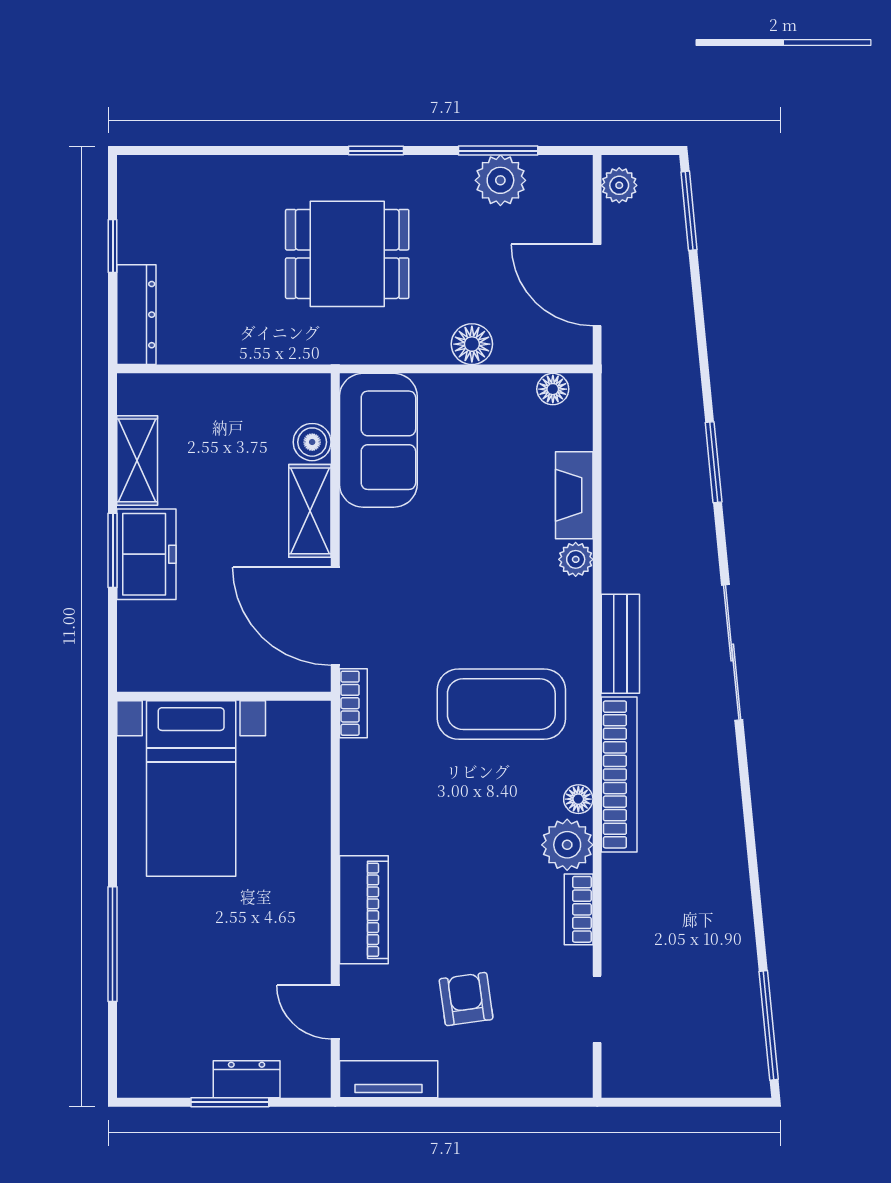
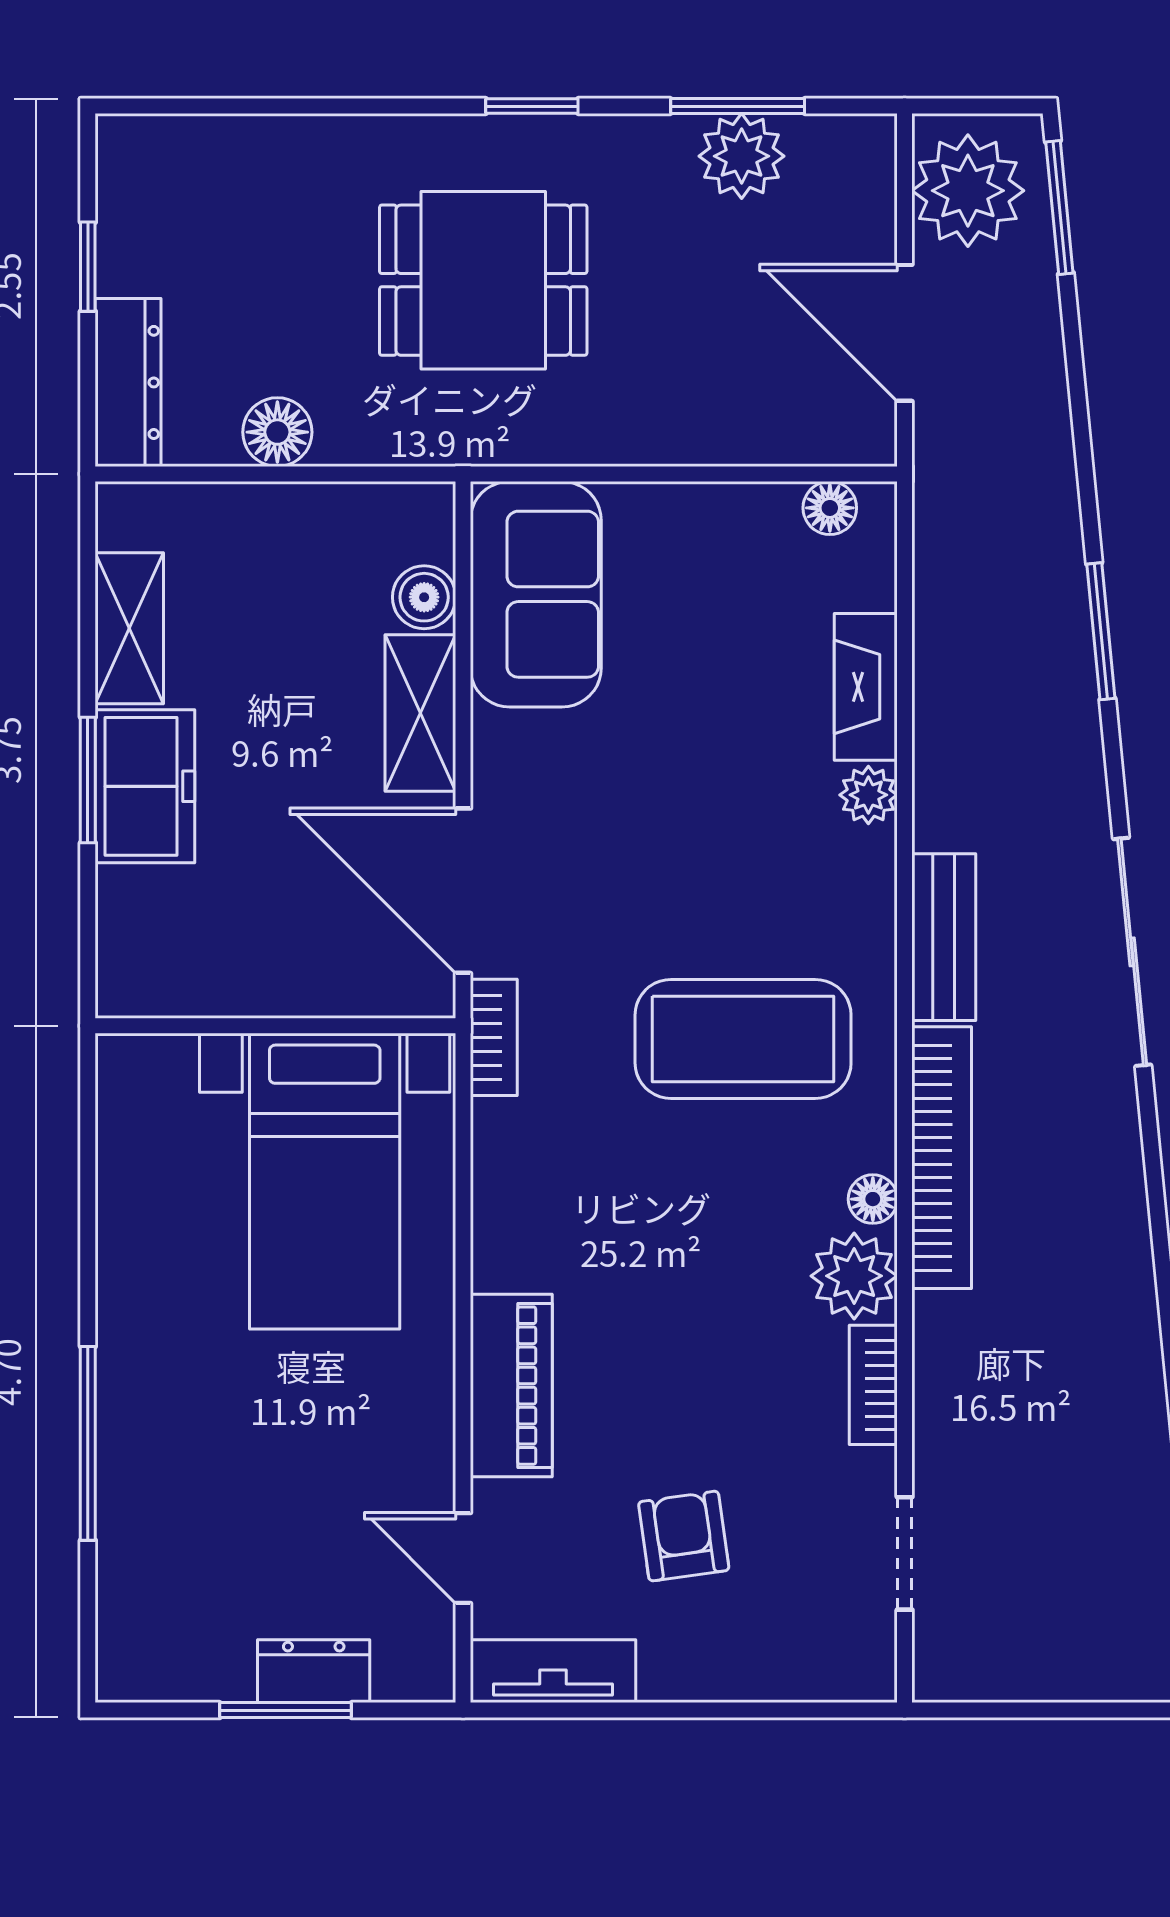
plant: (619, 185) -> (968, 191), width x1.87, depth x1.87
floor lamp: (472, 344) -> (277, 432), moved
bed with nightstands: (191, 788) -> (325, 1181), moved

